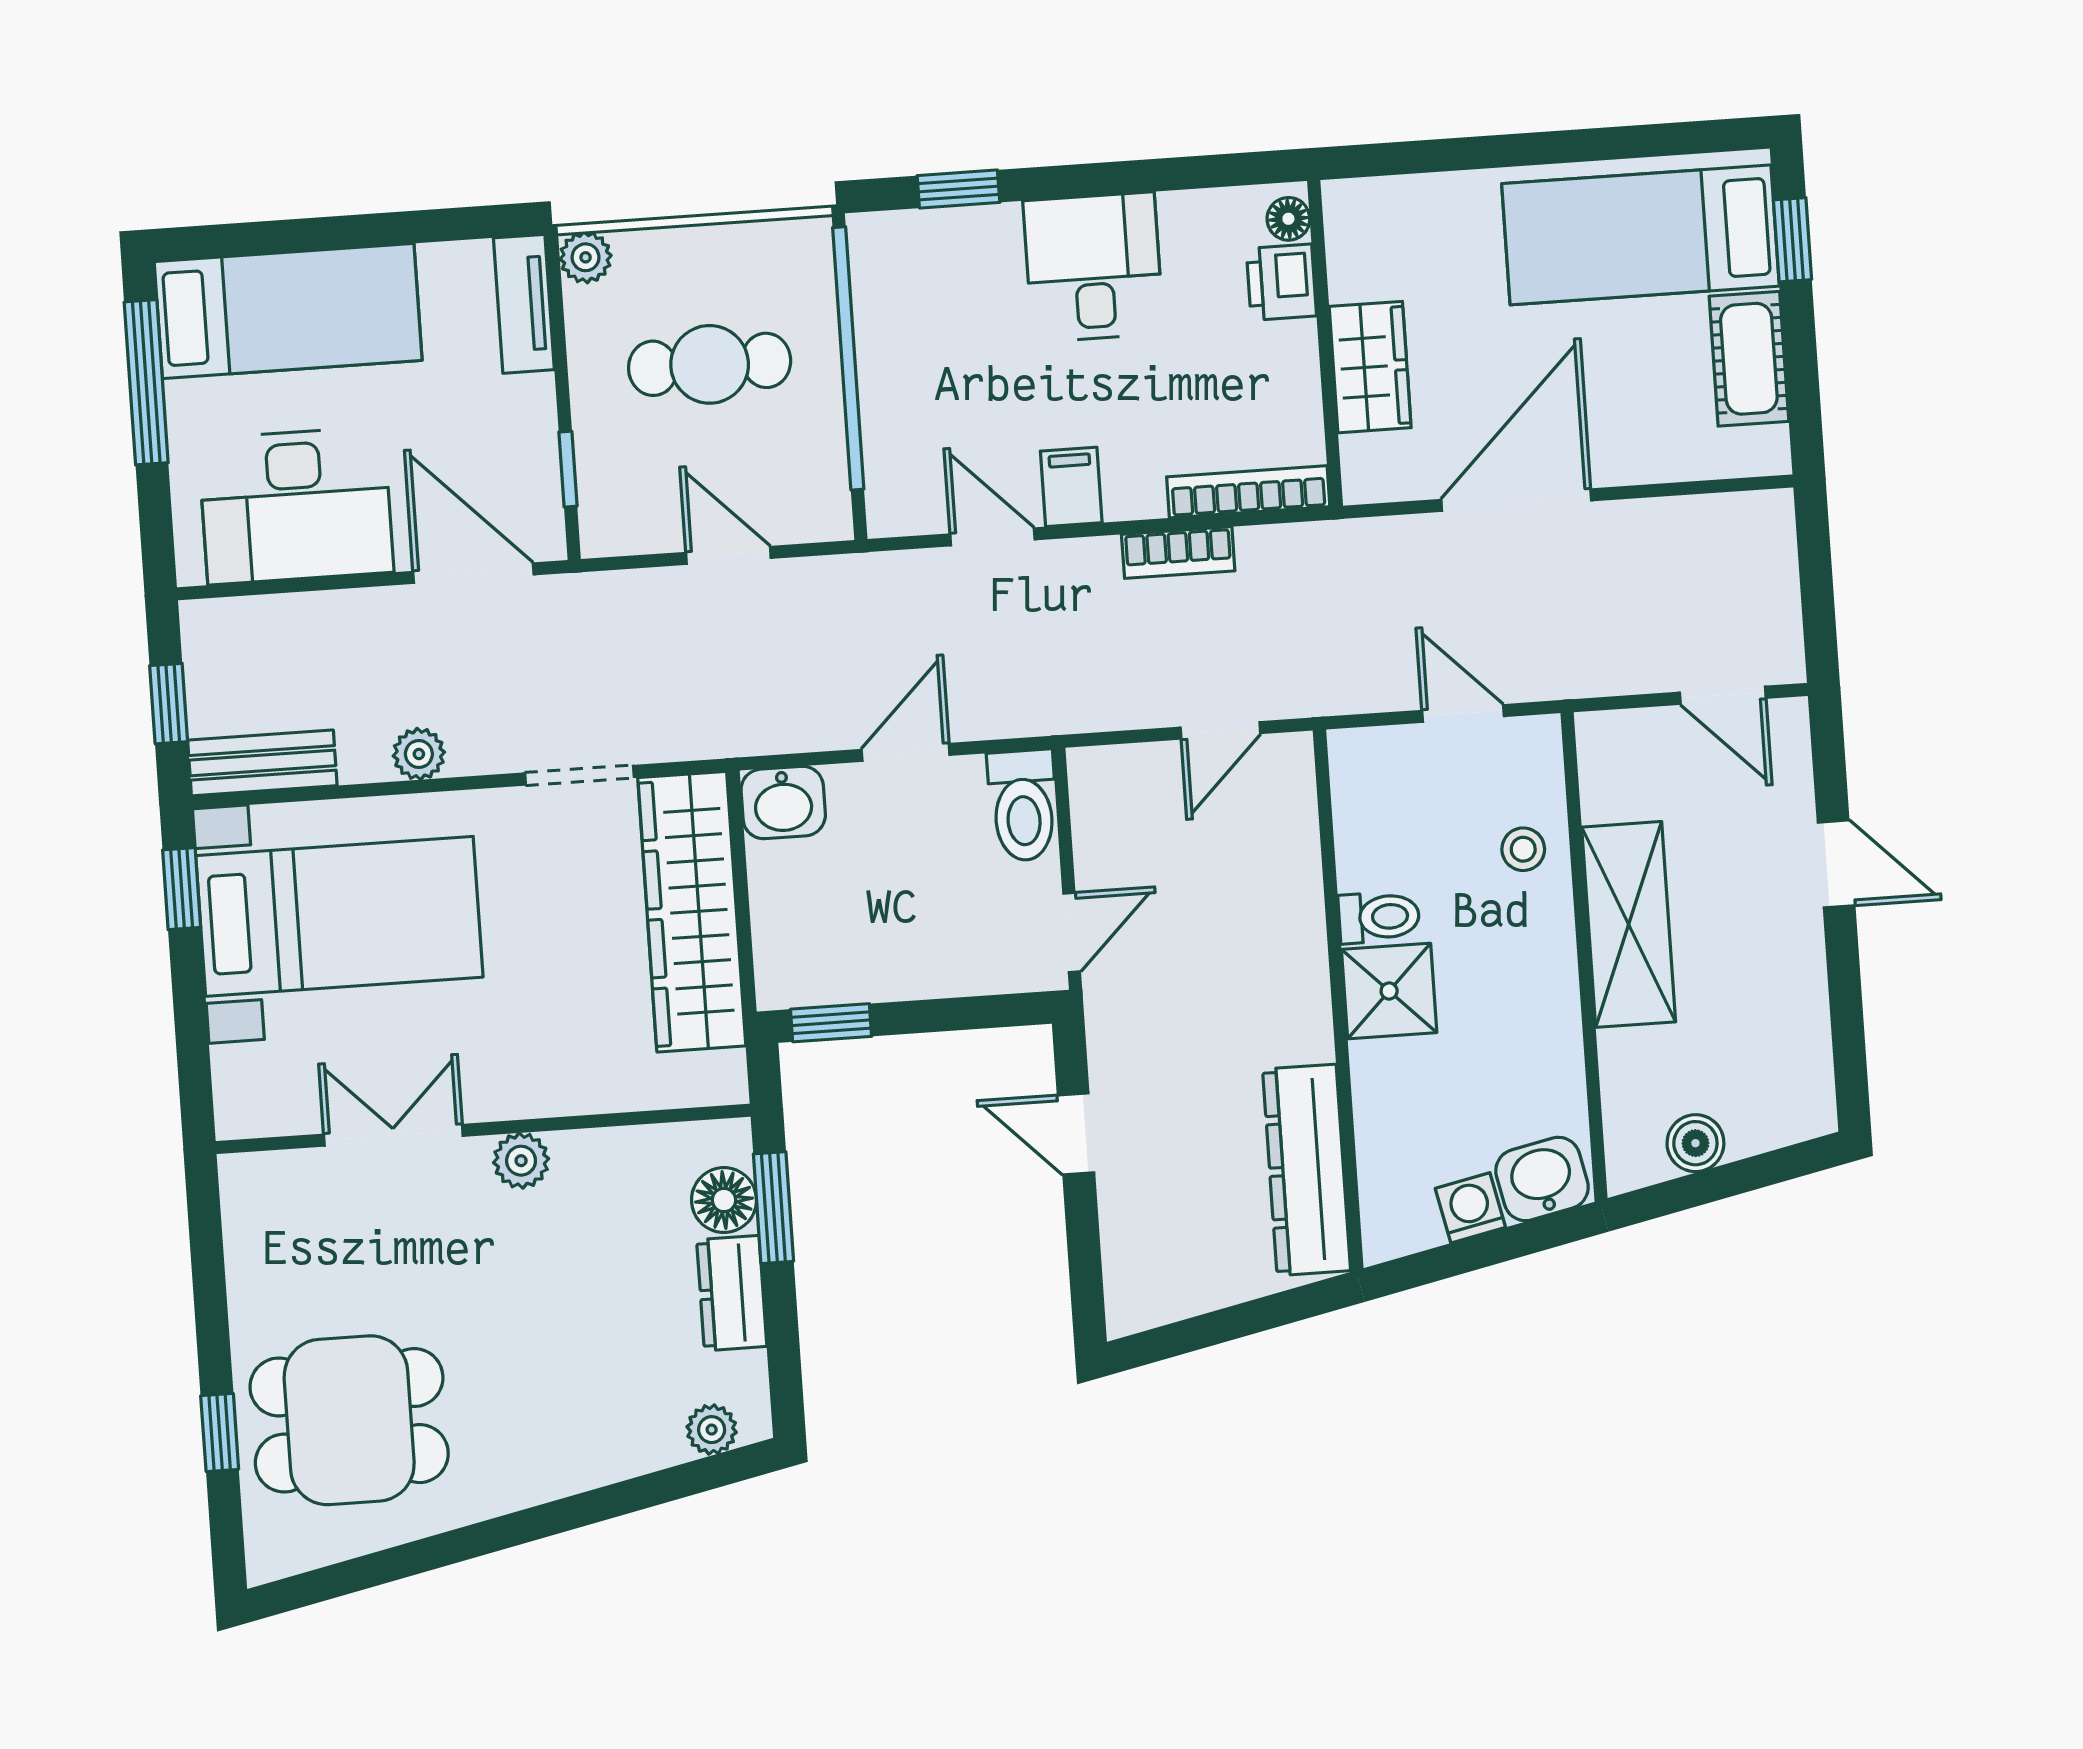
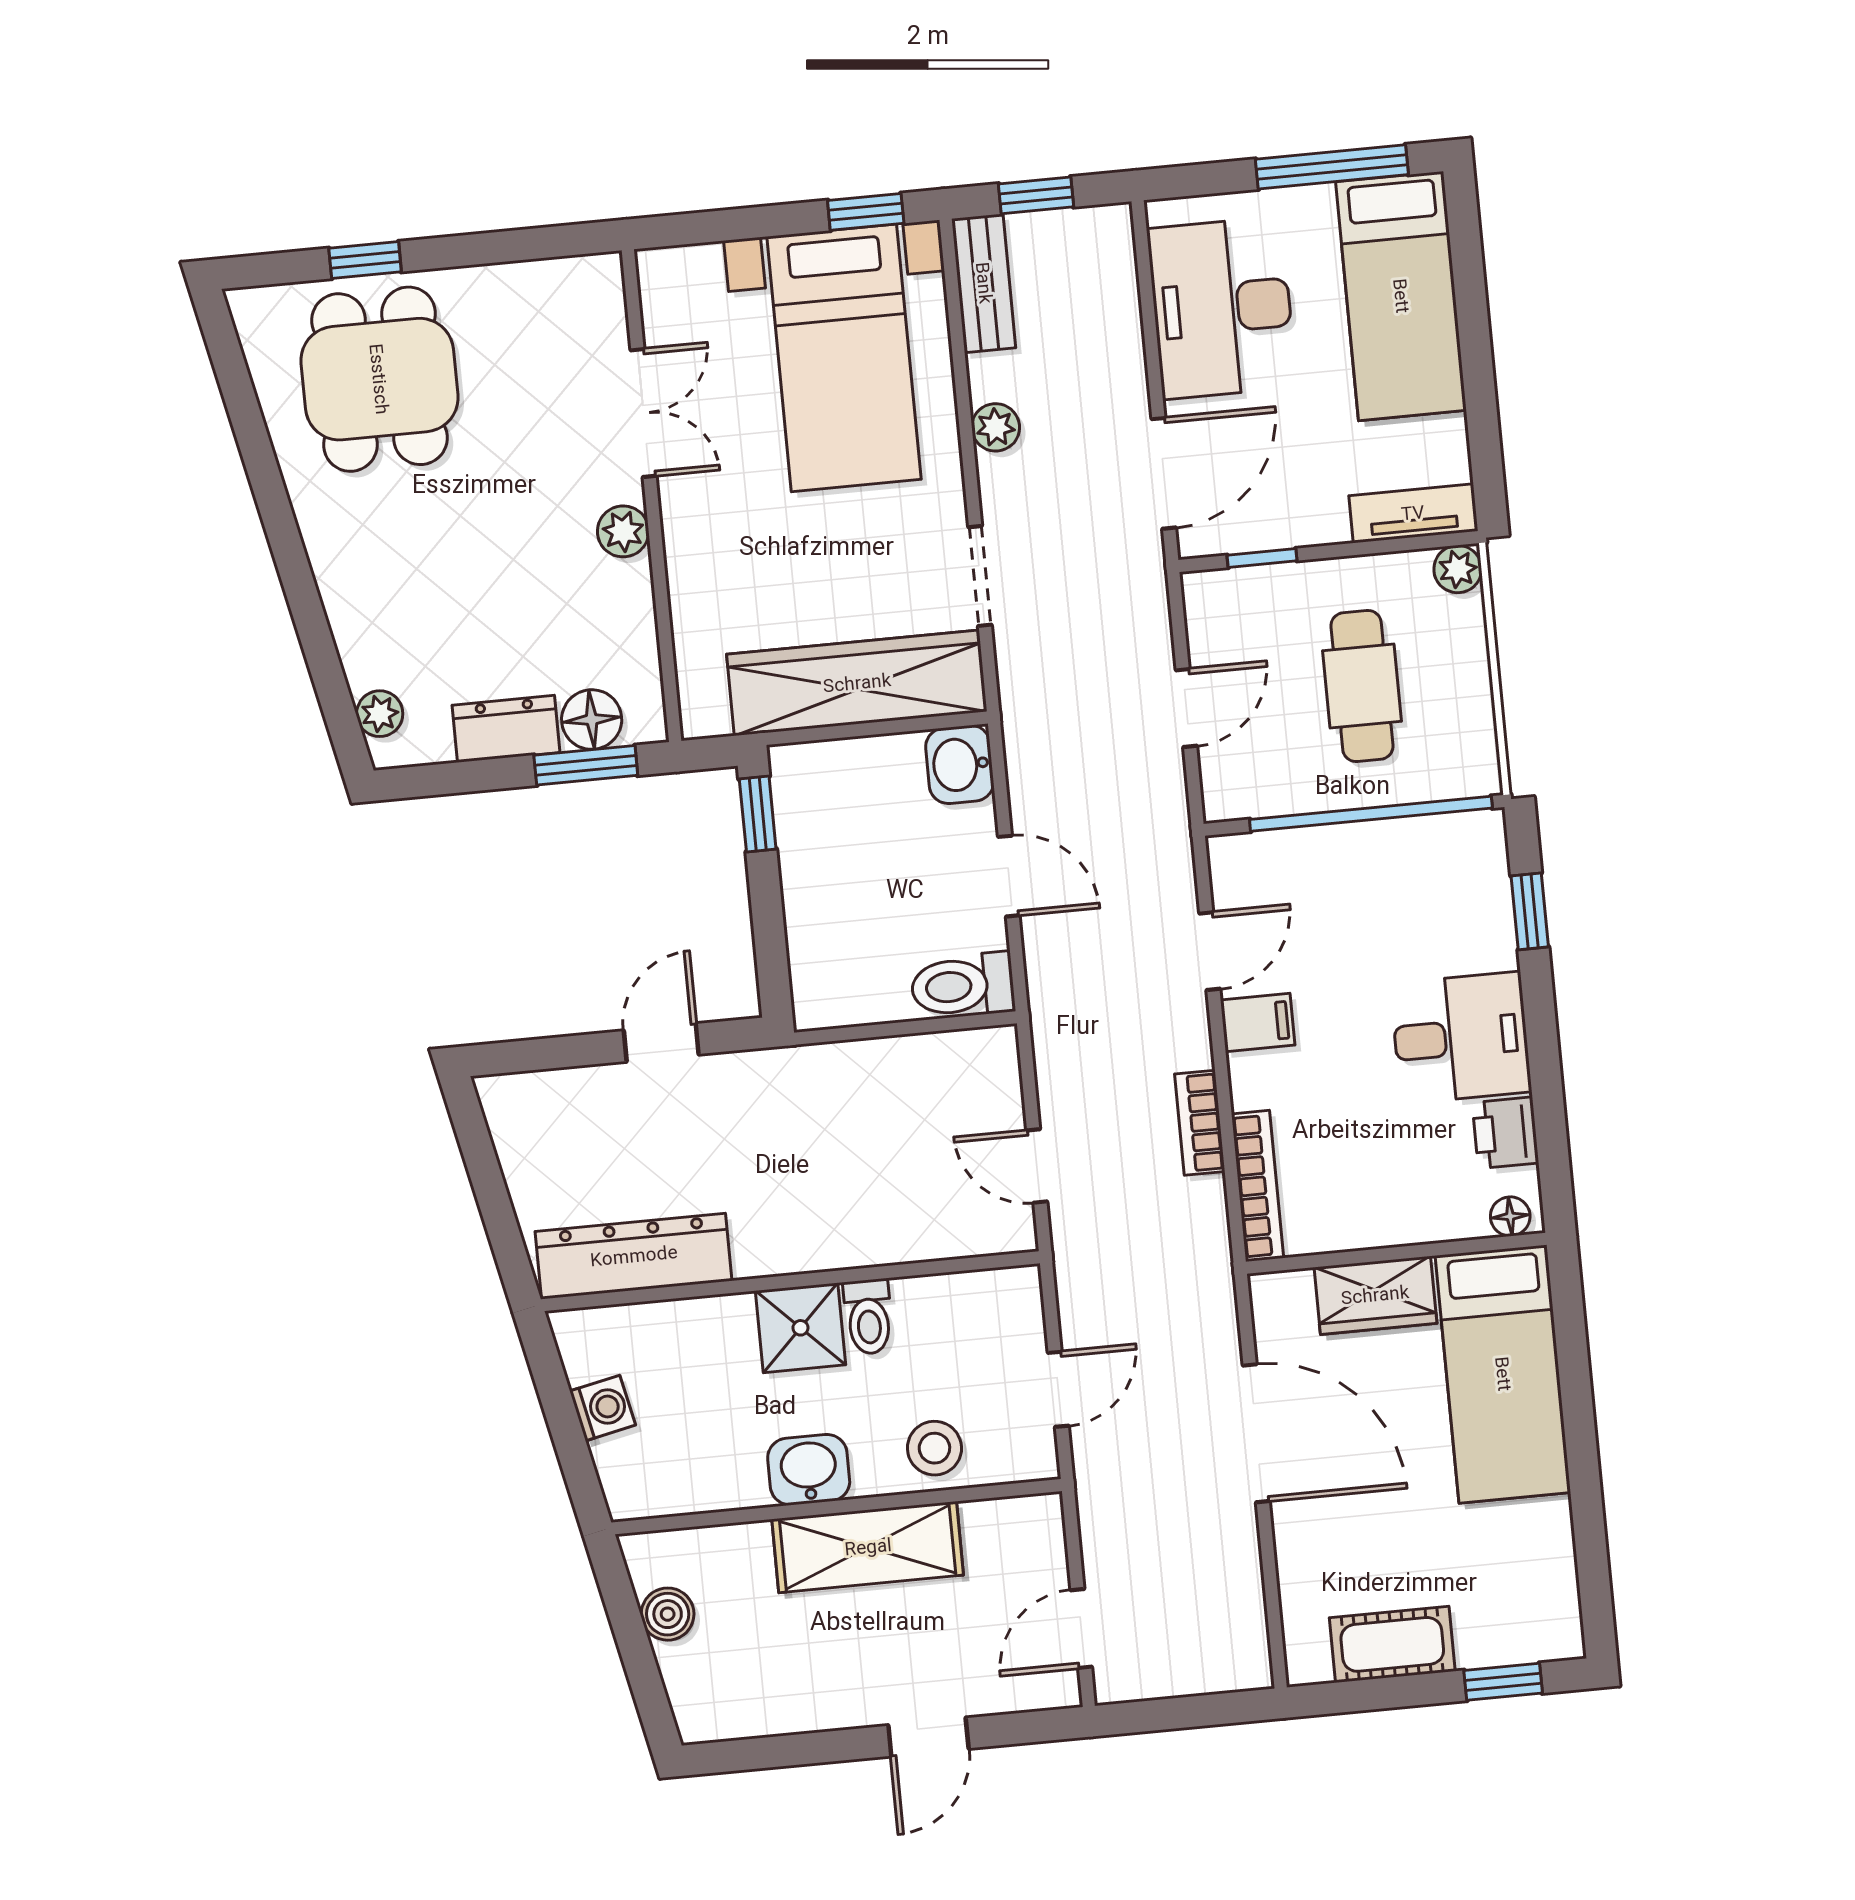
bed: (1641, 235) -> (1503, 1374), moved, turned 180
printer: (1281, 282) -> (1505, 1133), moved, turned -90
stool: (1523, 849) -> (934, 1448), width x1.37, depth x1.37
door: (1072, 932) -> (847, 1034), removed
washbasin: (1542, 1179) -> (809, 1470), moved, turned -78

